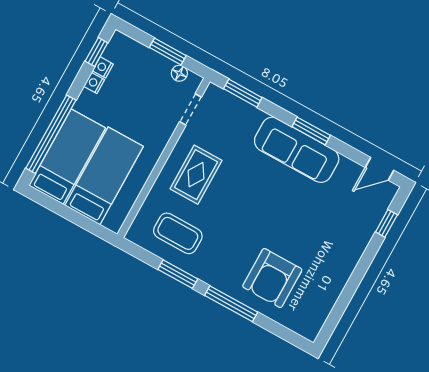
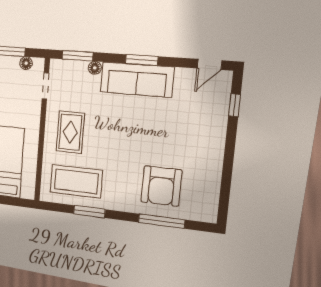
floor lamp: (256, 116) -> (95, 68), added
coffee table: (178, 233) -> (76, 181), width x1.36, depth x1.32
window: (231, 304) -> (161, 221), moved

